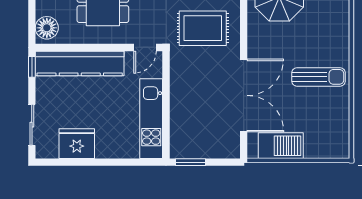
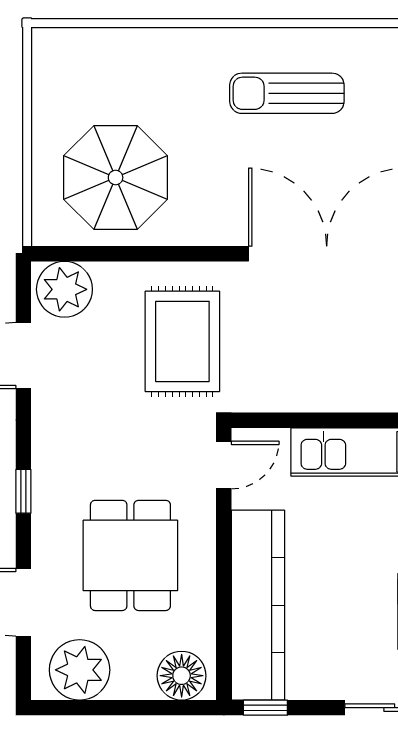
door: (145, 47) -> (224, 465), hinge flipped
sun lounger: (319, 77) -> (287, 93), turned -90

